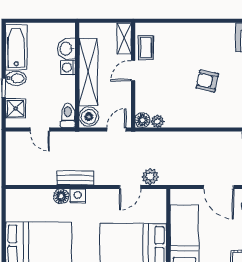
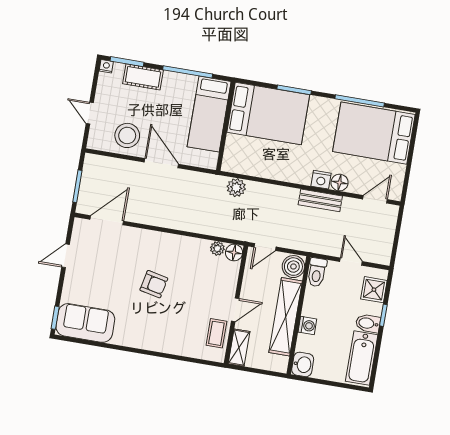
washbasin: (66, 49) -> (303, 364), moved
door: (130, 187) -> (375, 199), moved

